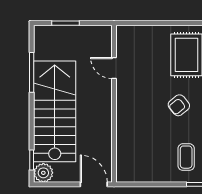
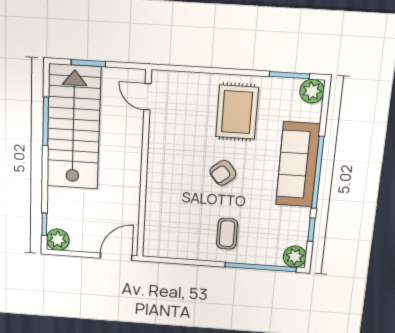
door: (114, 68) -> (147, 97), moved
stairs: (55, 111) -> (74, 127), moved
door: (94, 184) -> (116, 257), hinge flipped

